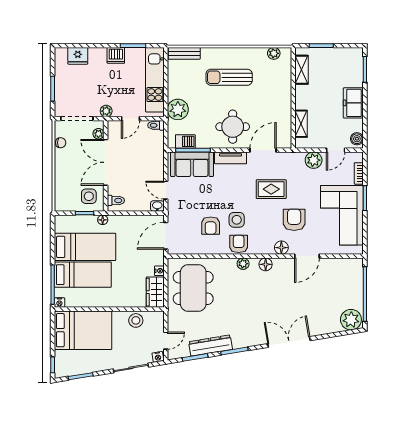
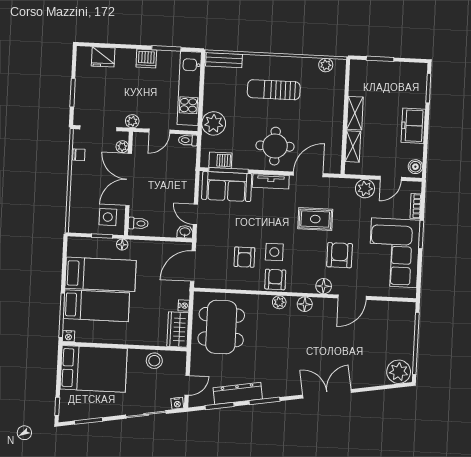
shelving: (302, 70) -> (355, 113), moved

